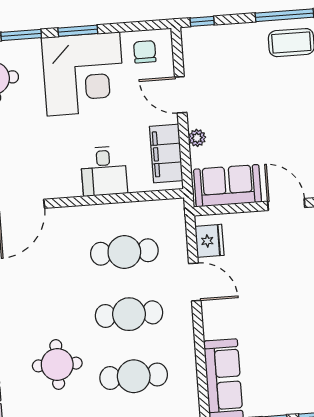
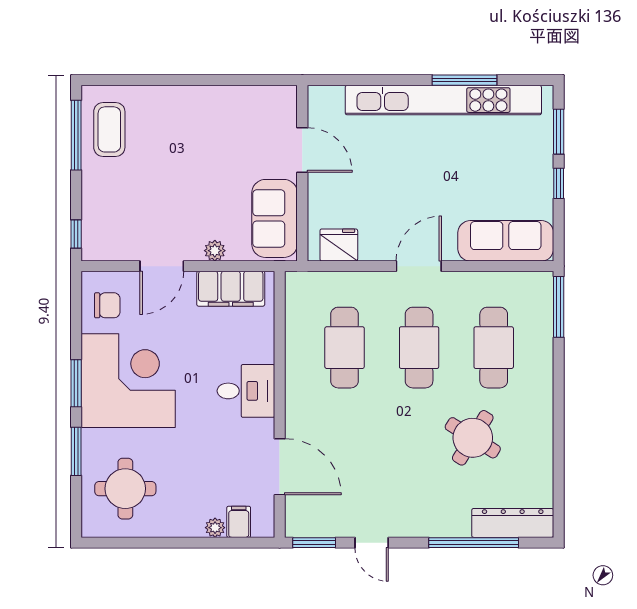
chair: (145, 52) -> (107, 305), turned 180
desk: (104, 171) -> (246, 391), moved
door: (286, 204) -> (302, 150), swing flipped
door: (195, 282) -> (419, 266), moved
round table: (57, 365) -> (473, 438), turned 32

